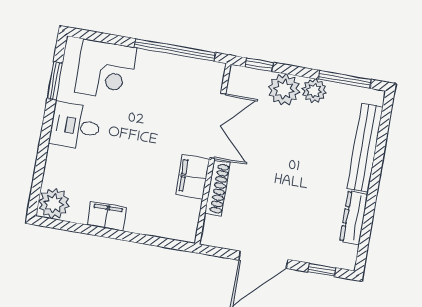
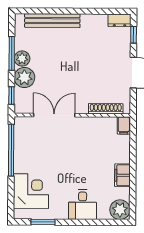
window: (345, 79) -> (12, 53), moved
desk: (75, 126) -> (83, 205), moved
filing cabinet: (193, 177) -> (124, 126), moved, width x0.50
shoe rack: (218, 188) -> (106, 109), moved
dresser: (354, 218) -> (120, 20), moved, width x0.70

